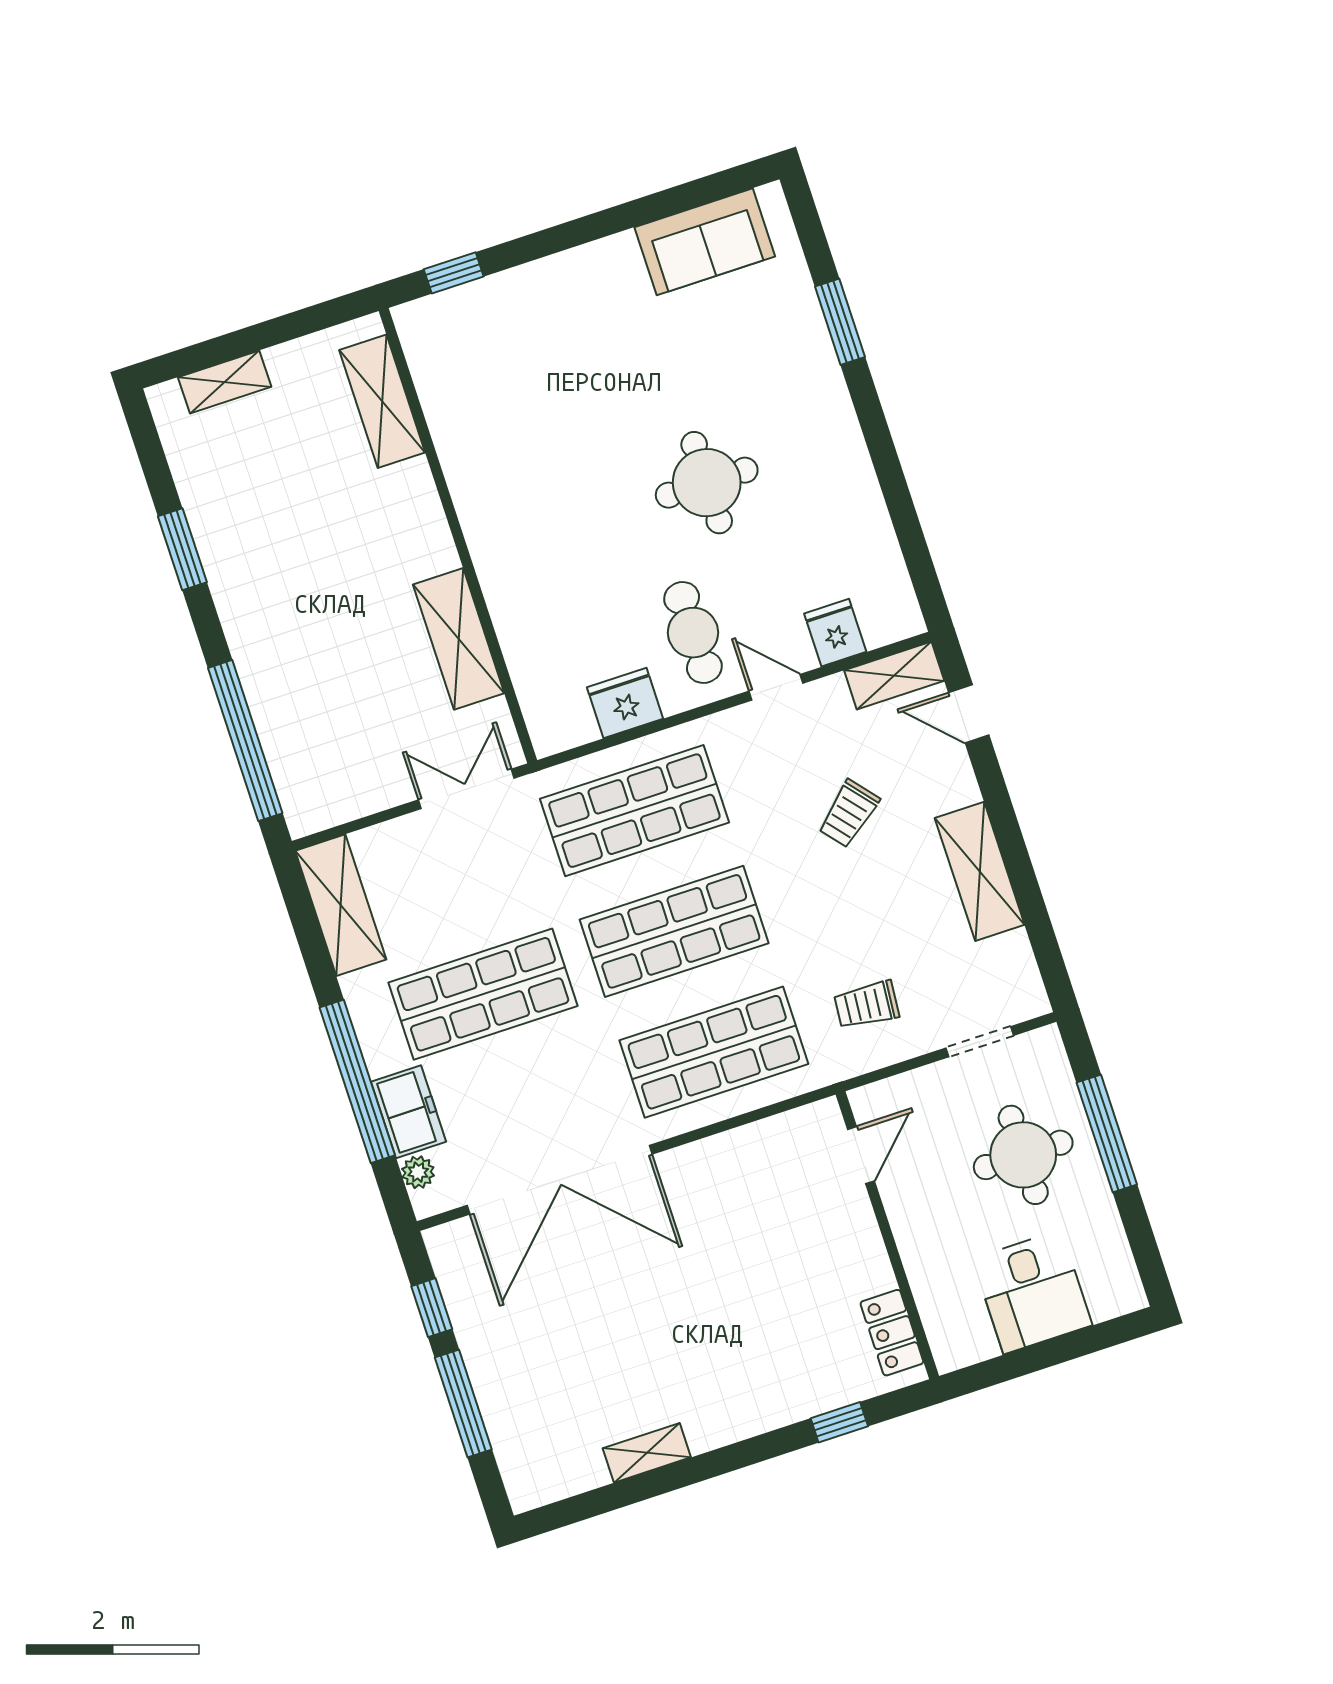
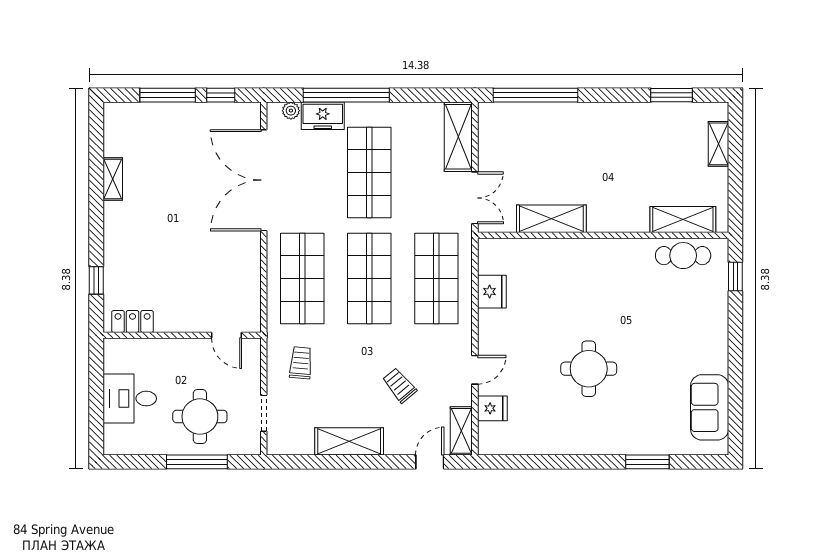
window: (182, 549) -> (672, 95), moved
cafe table: (693, 633) -> (683, 256), moved
shelving: (341, 905) -> (458, 137), moved, turned 90

